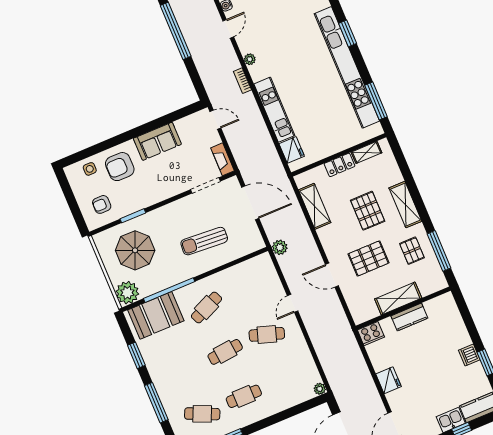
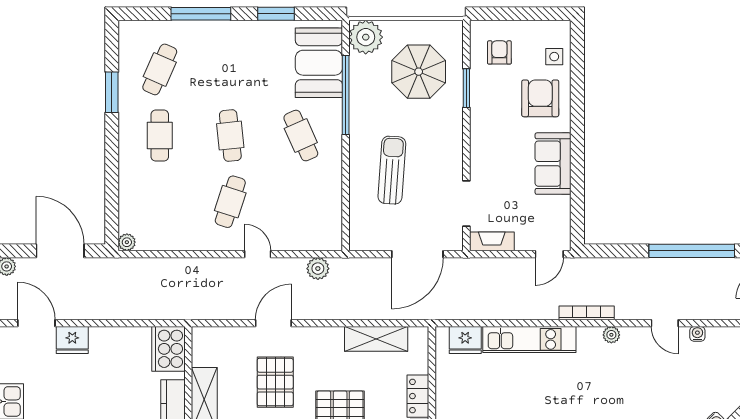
bookcase: (242, 81) -> (587, 313), width x1.56
plant: (280, 247) -> (318, 269), moved
cooker: (371, 334) -> (168, 349), width x1.37, depth x1.31
fridge: (389, 380) -> (72, 340), moved

